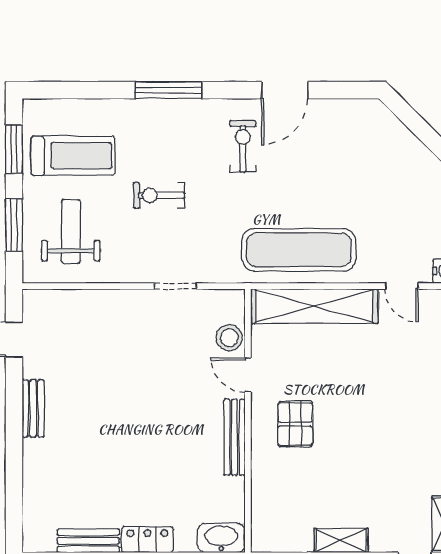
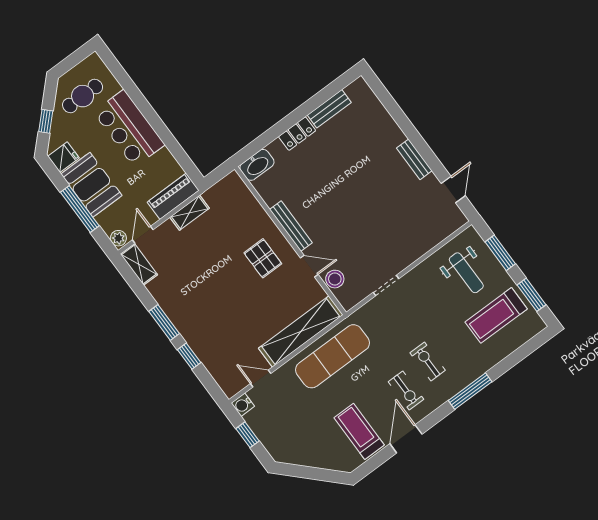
treadmill: (333, 139) -> (359, 431), added
exercise bike: (159, 196) -> (428, 362), moved, turned -90

